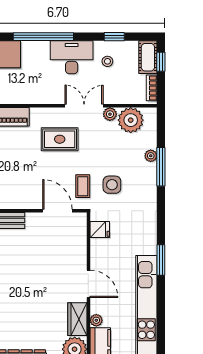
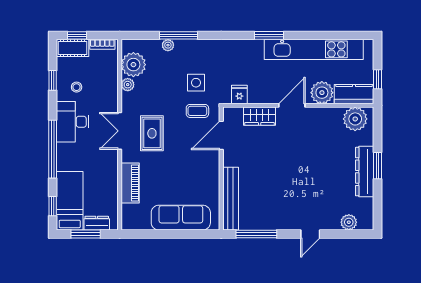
double door: (84, 106) -> (120, 131), moved
wardrobe: (77, 319) -> (260, 116), moved
plant: (96, 320) -> (322, 93), width x1.88, depth x1.88

